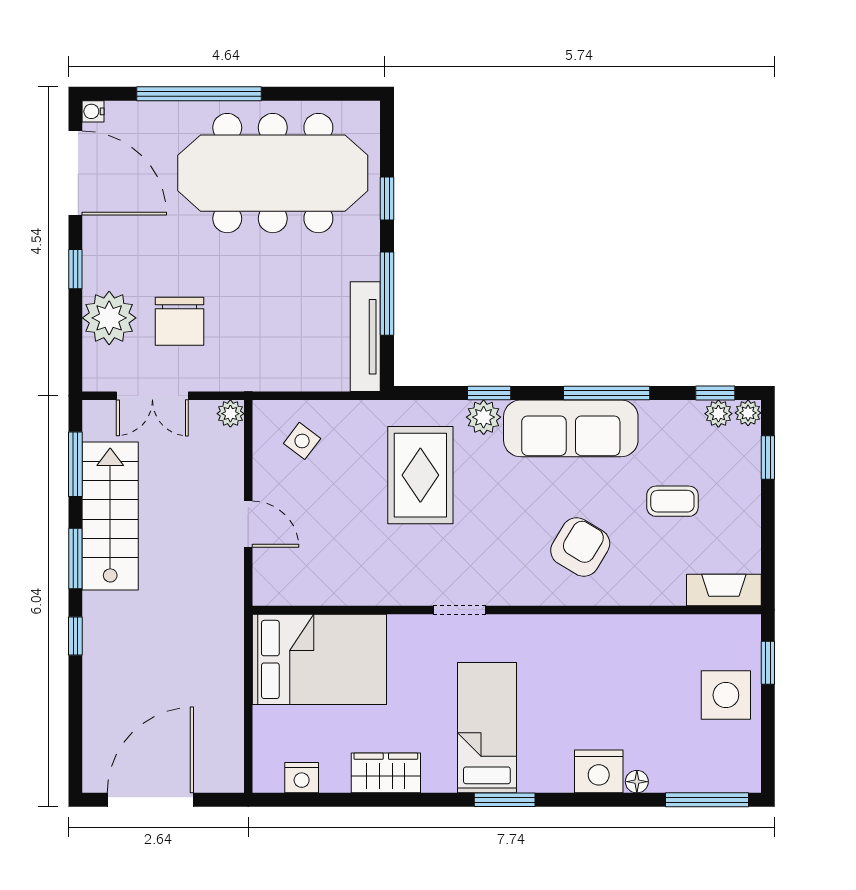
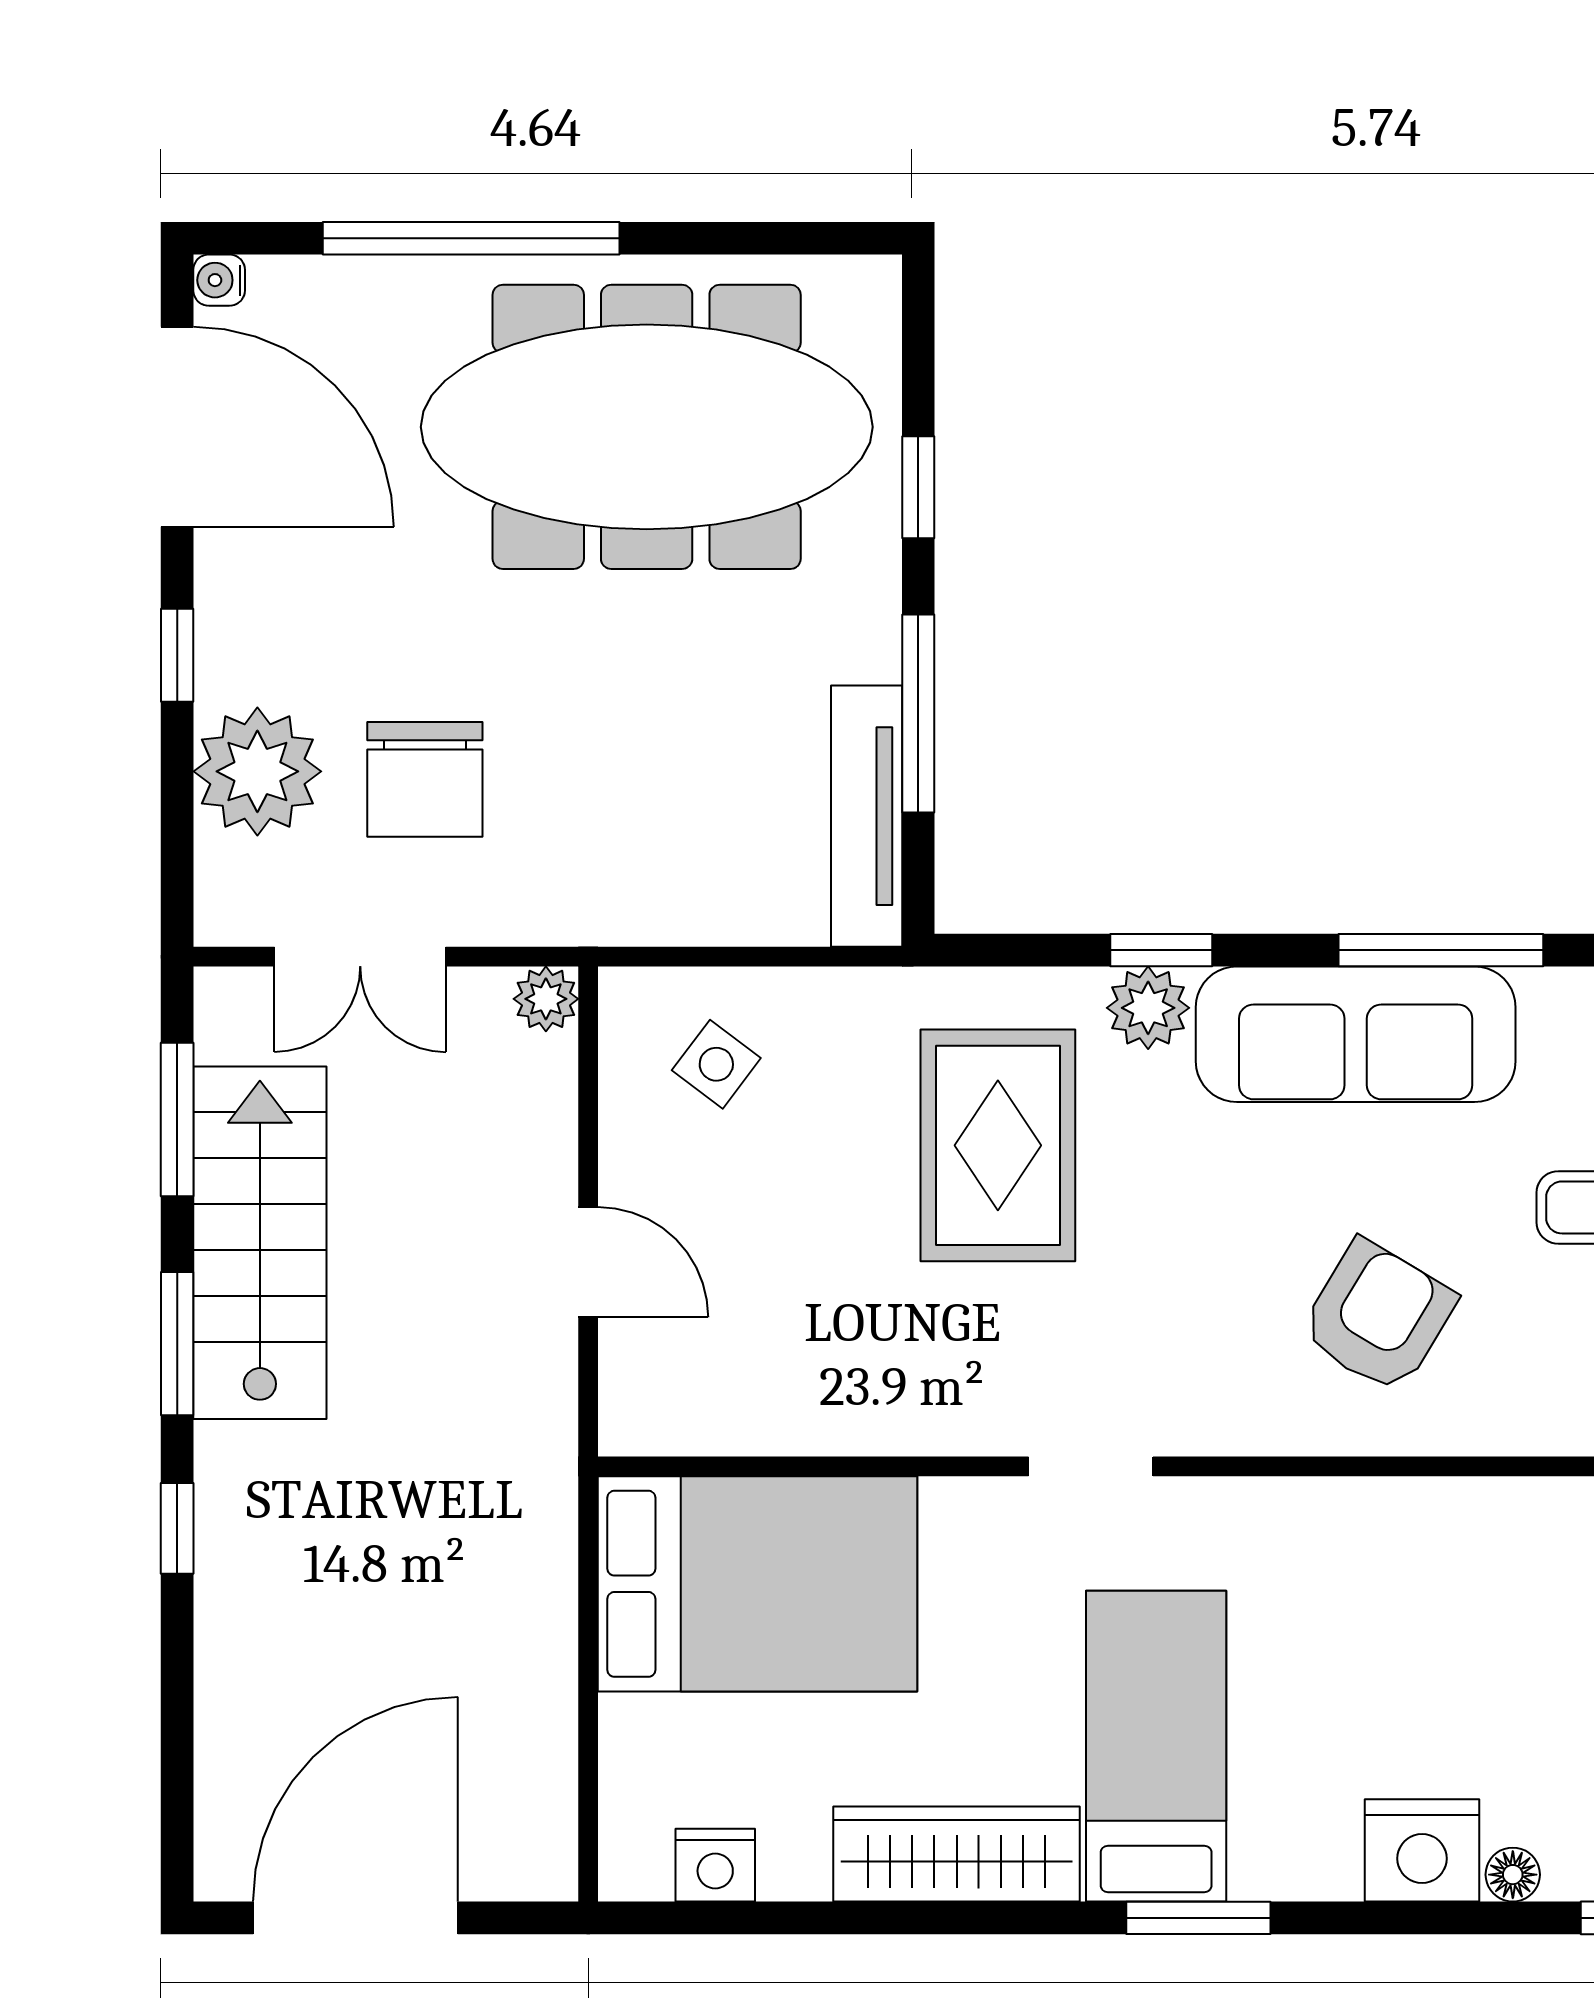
wardrobe: (386, 773) -> (957, 1854), width x1.50

